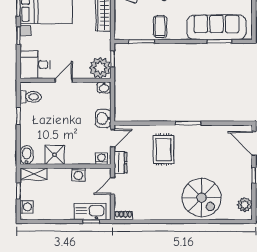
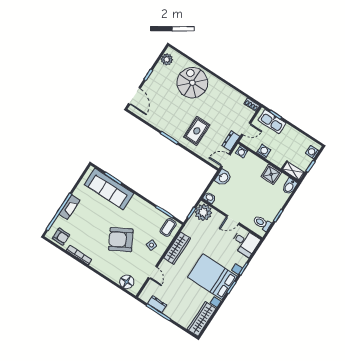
coffee table: (160, 26) -> (168, 227), moved

